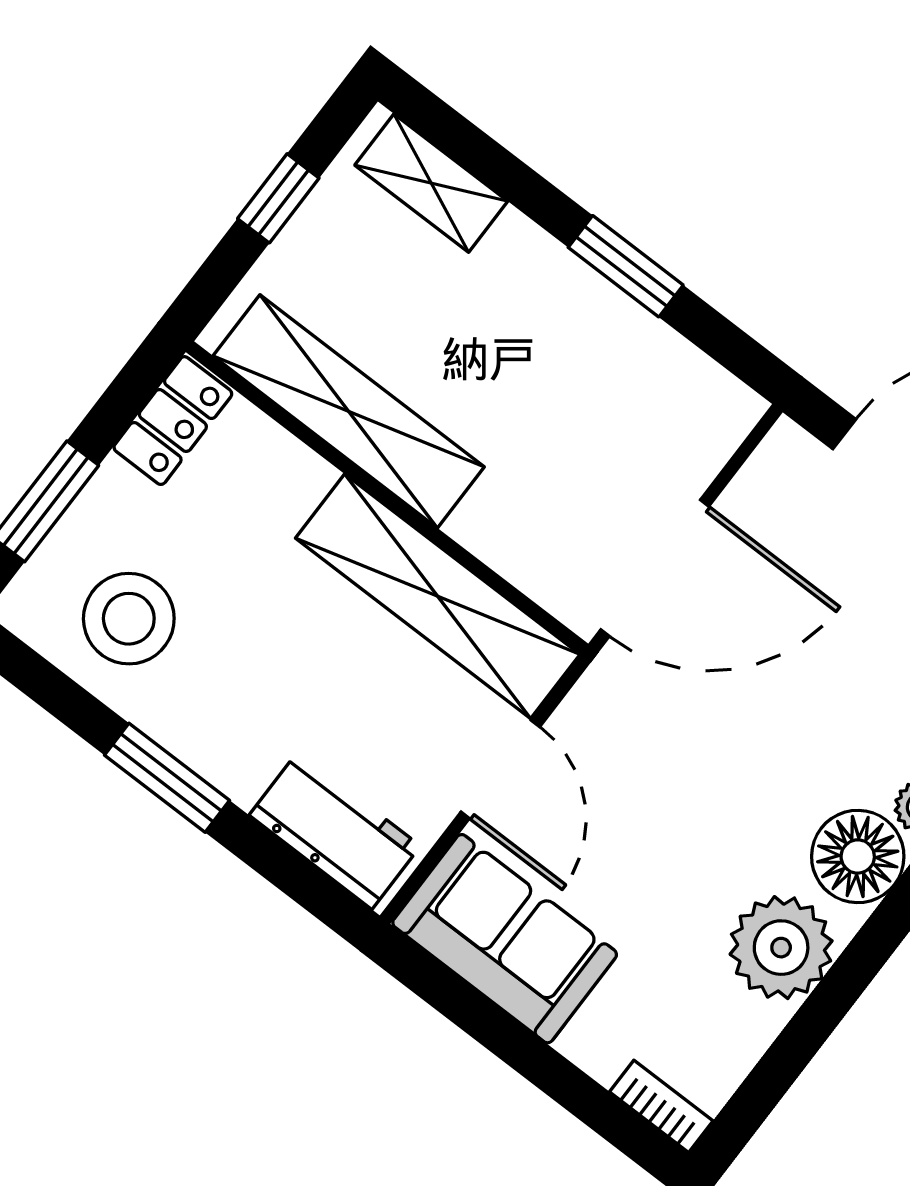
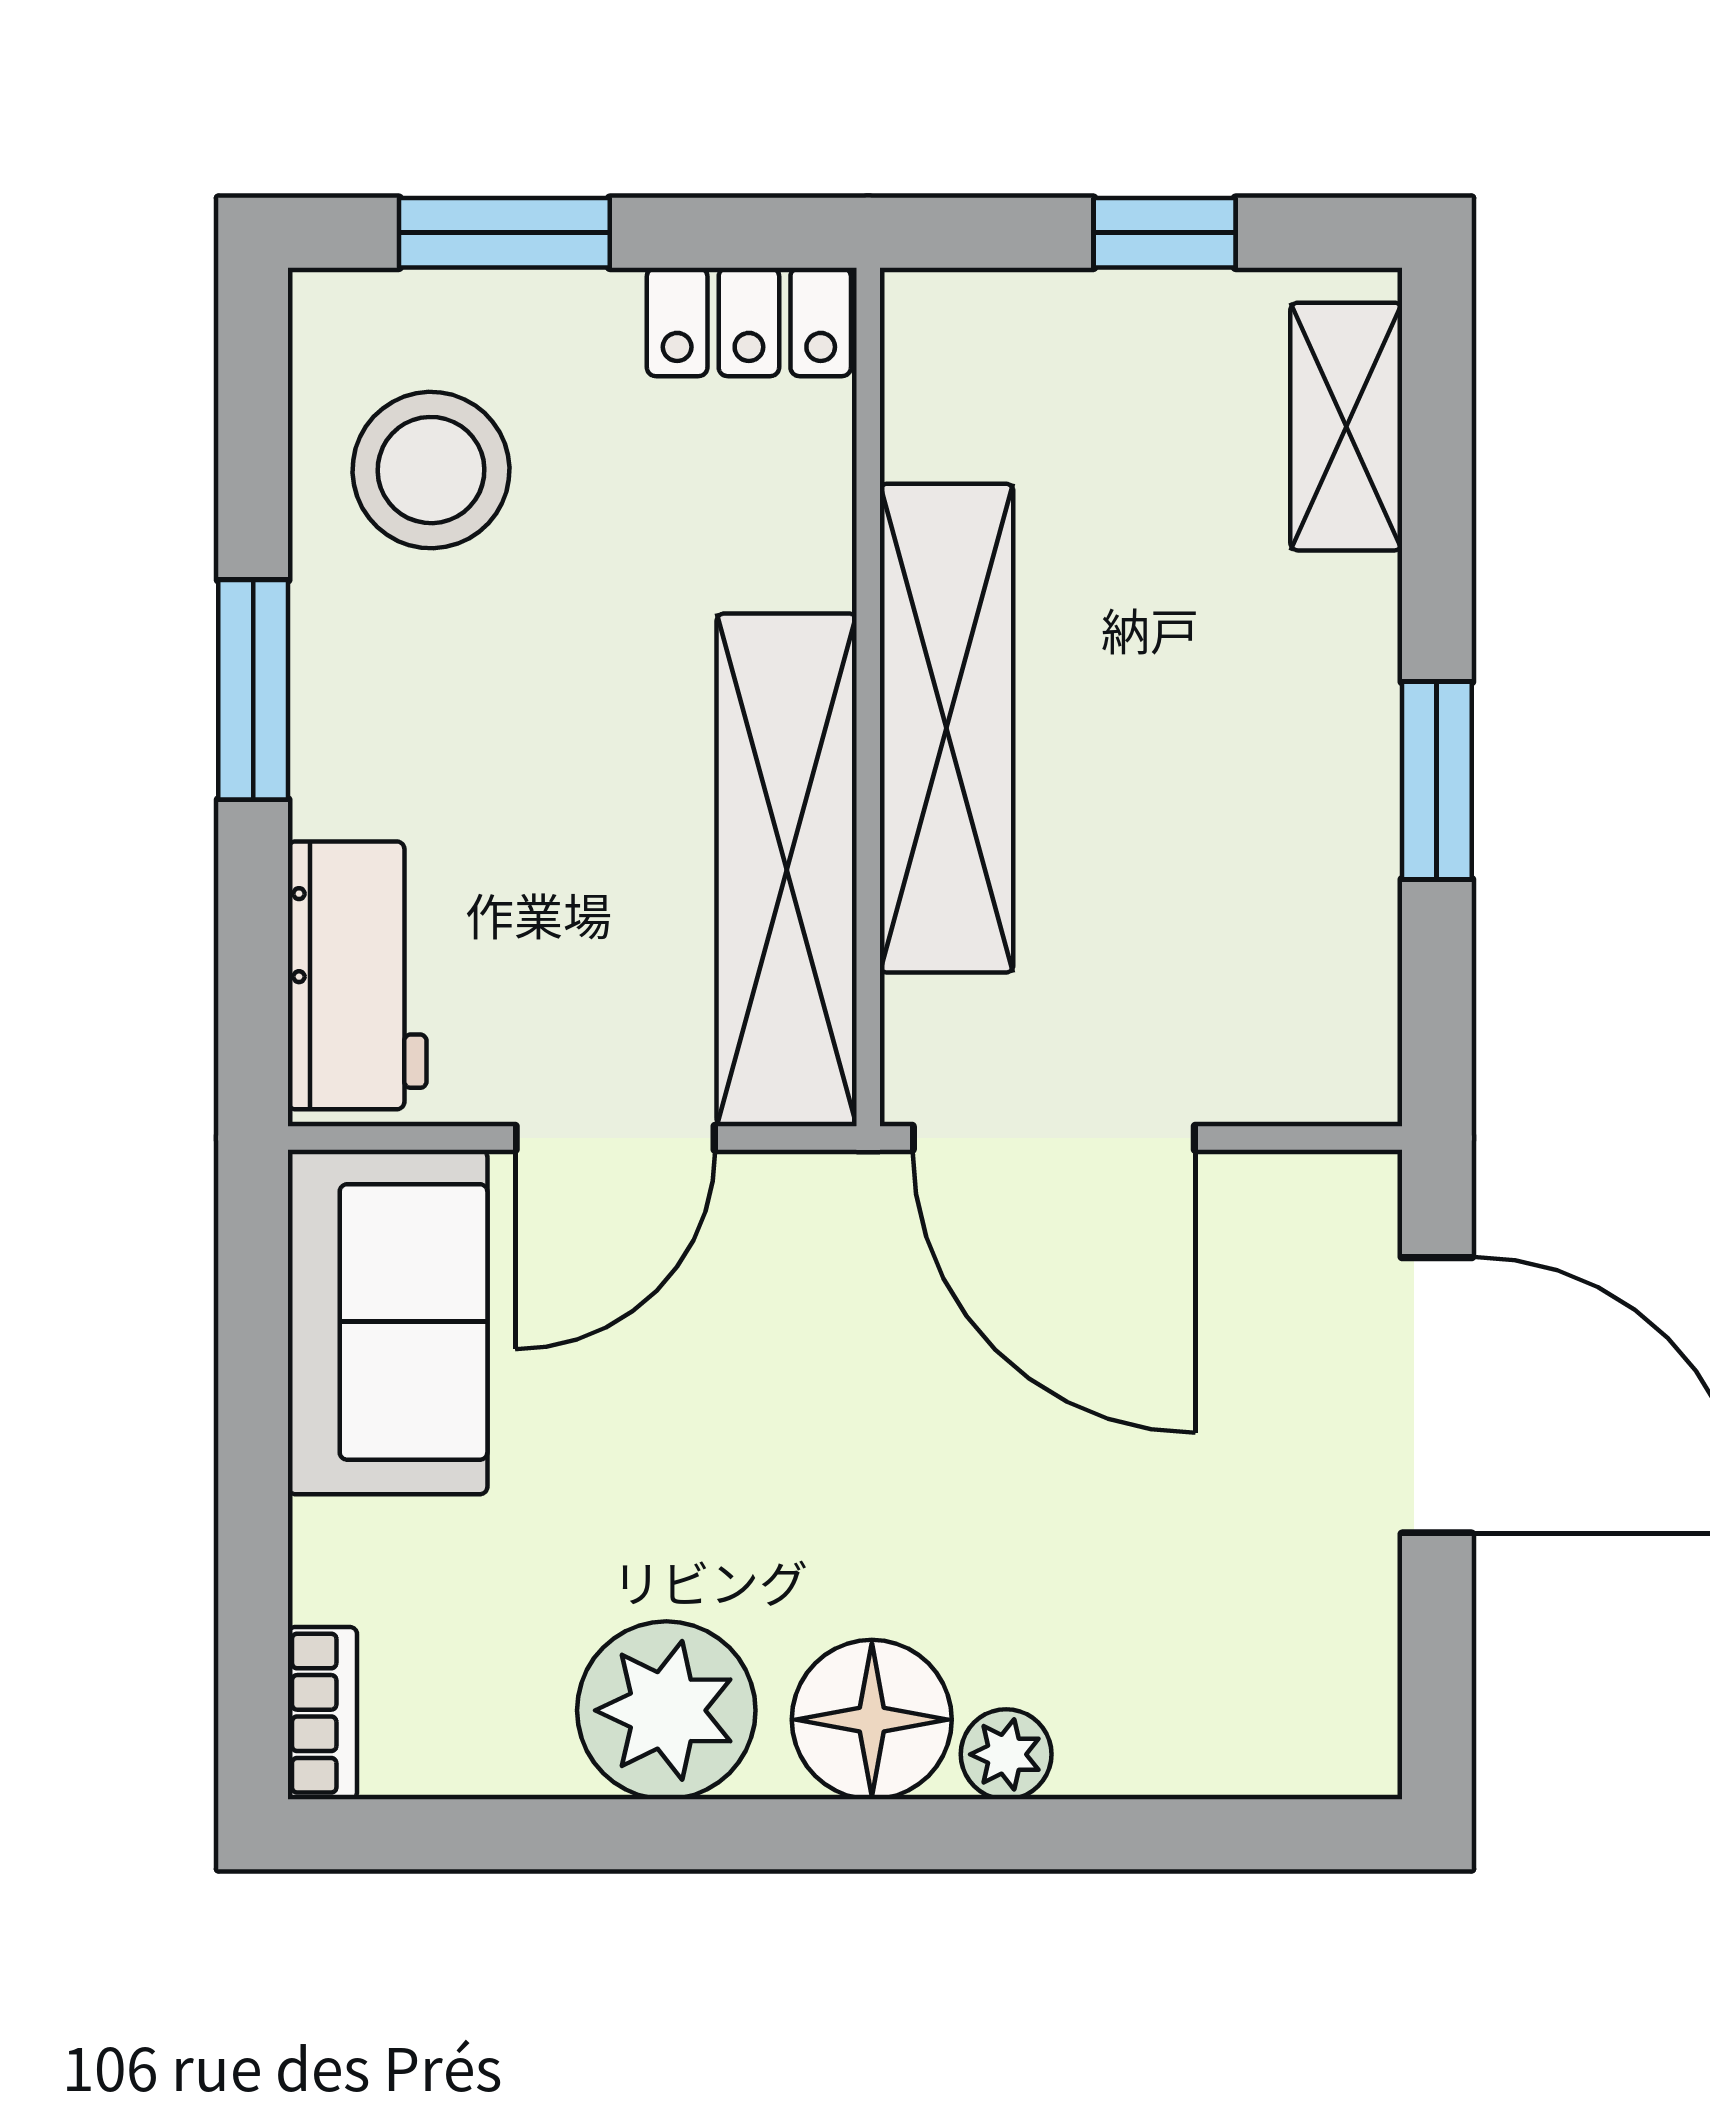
shelving: (349, 411) -> (947, 728), moved

